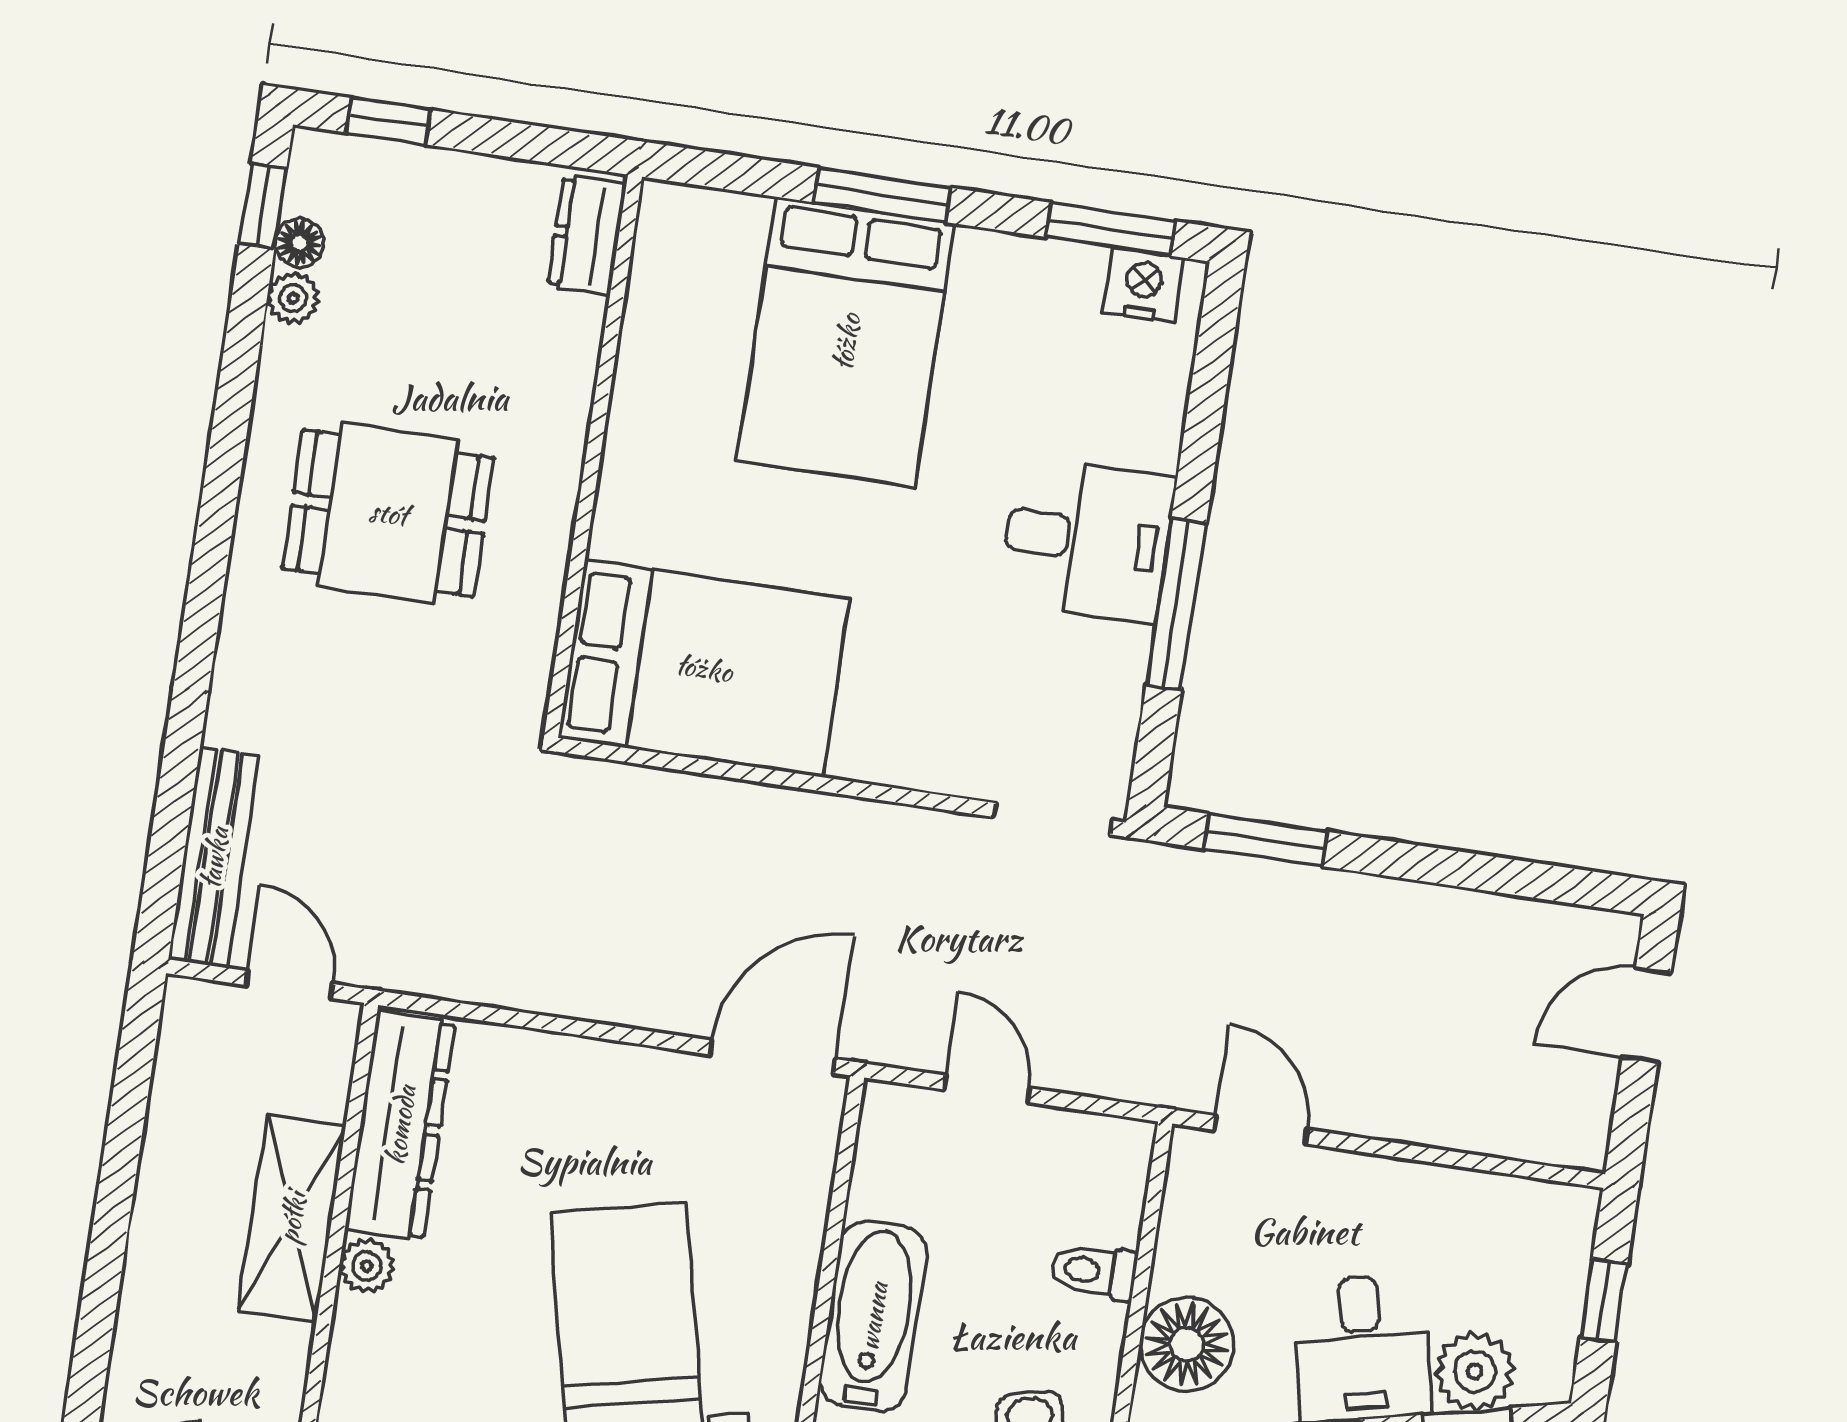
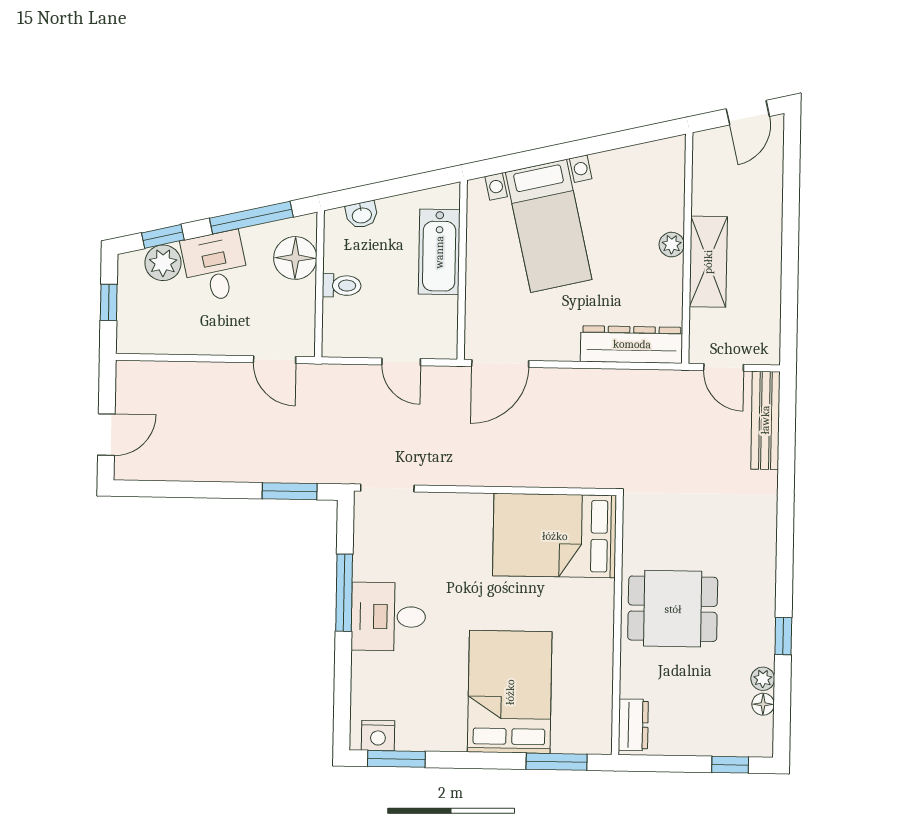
window: (882, 195) -> (557, 762), moved
window: (263, 206) -> (783, 636), moved
dining table: (388, 513) -> (673, 609), moved
dresser: (400, 1125) -> (632, 344), moved, turned 90

